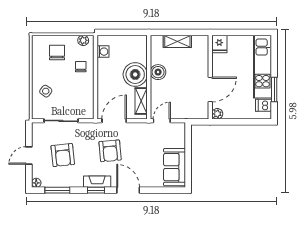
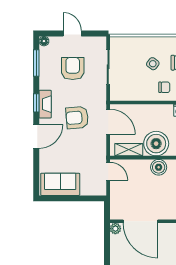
door: (210, 90) -> (140, 221), width x1.36
side table: (46, 91) -> (153, 64), moved
armchair: (63, 155) -> (73, 69), turned 96

